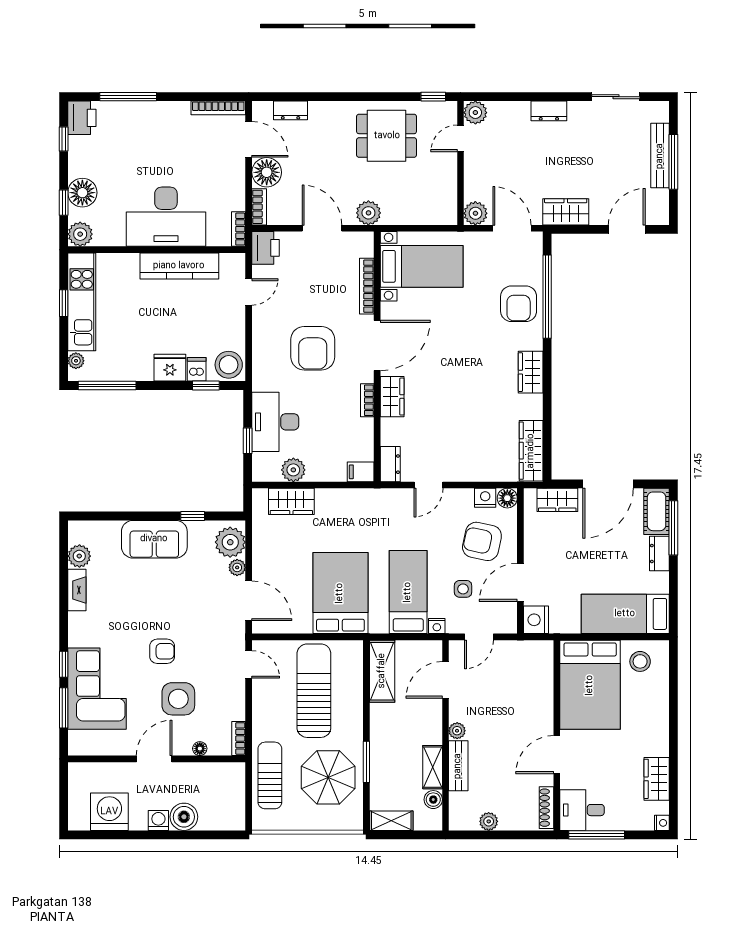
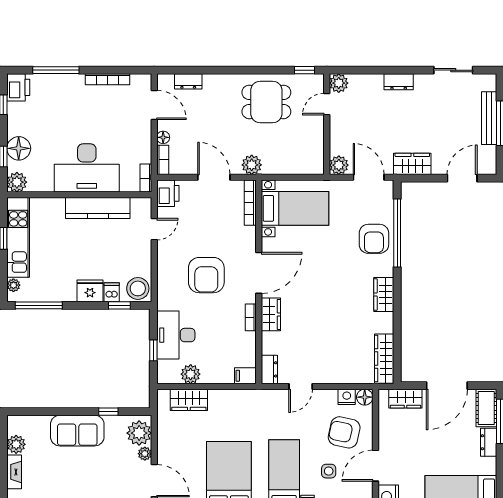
bookcase: (218, 108) -> (108, 79), moved
floor lamp: (267, 172) -> (163, 137), width x0.53, depth x0.53
bookcase: (367, 286) -> (250, 203), moved

